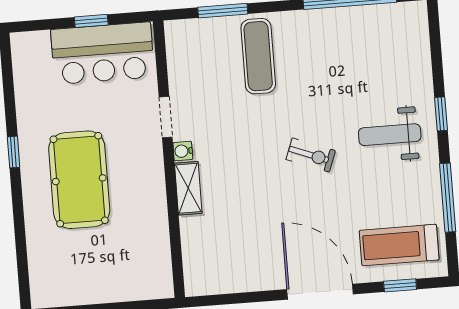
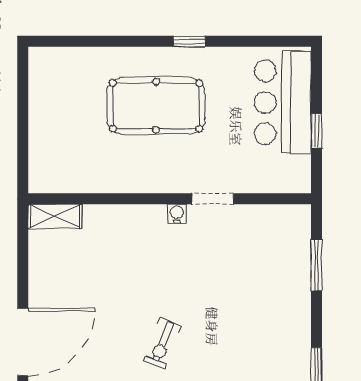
bar counter: (103, 53) -> (283, 103), moved
exercise mat: (258, 56) -> (267, 298), removed
shelving: (188, 188) -> (55, 216), moved

